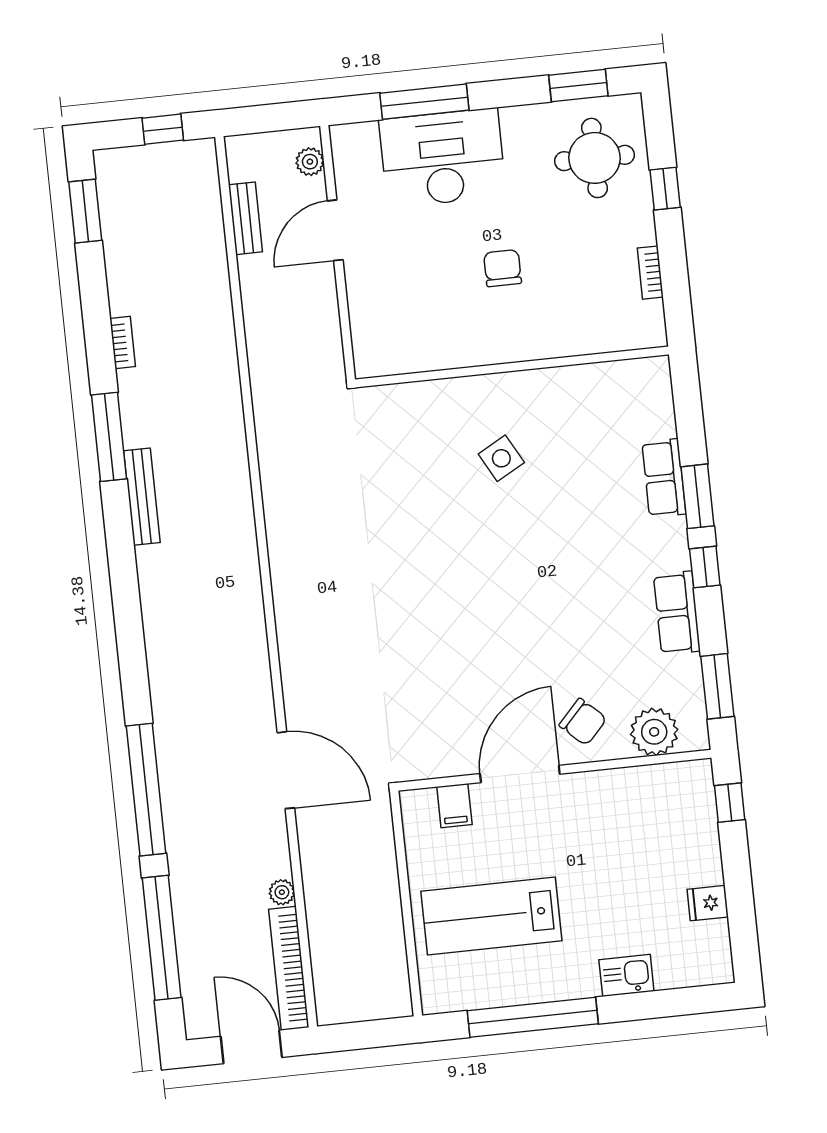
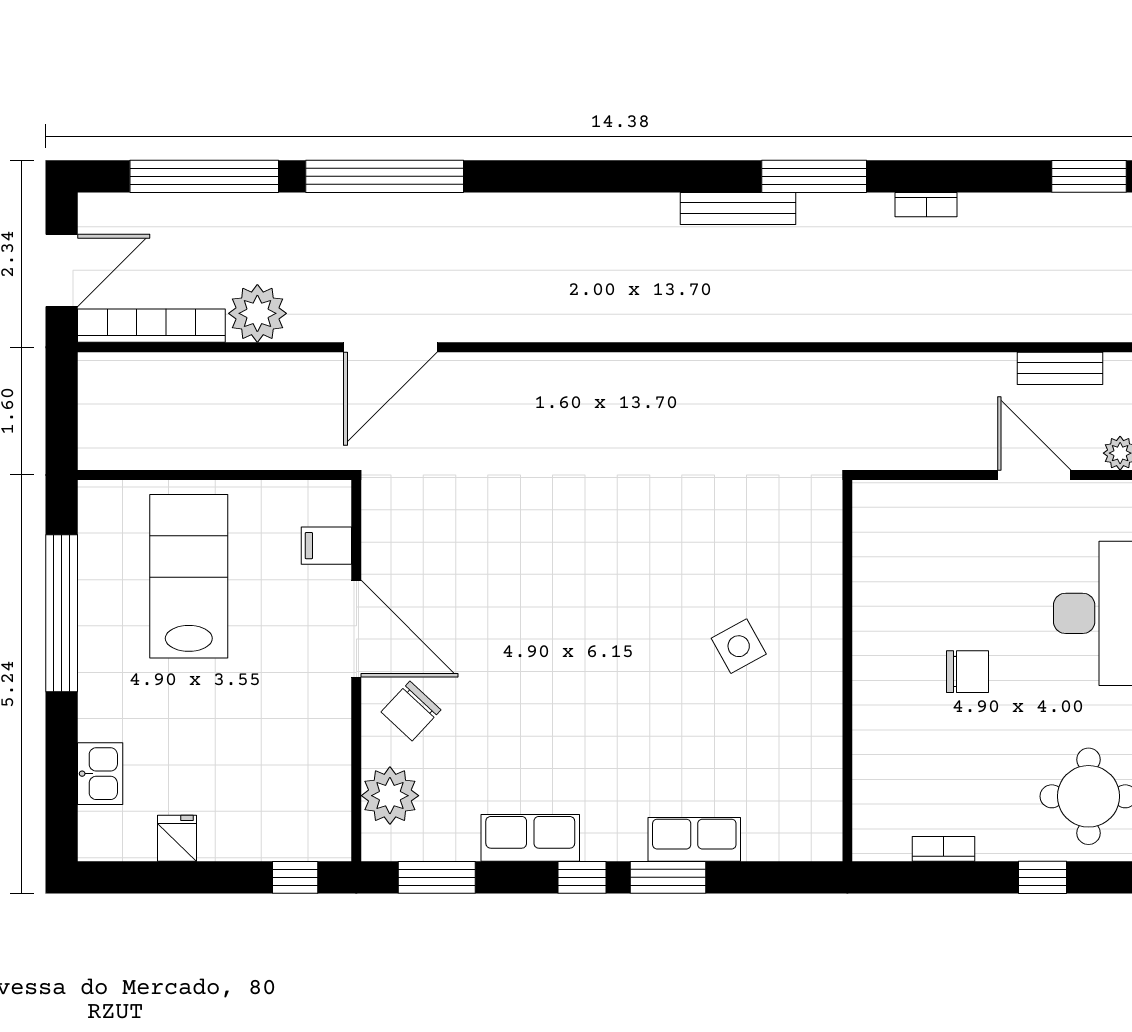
plant: (282, 892) -> (257, 313), width x1.88, depth x1.88
kitchen sink: (626, 975) -> (100, 774), moved

